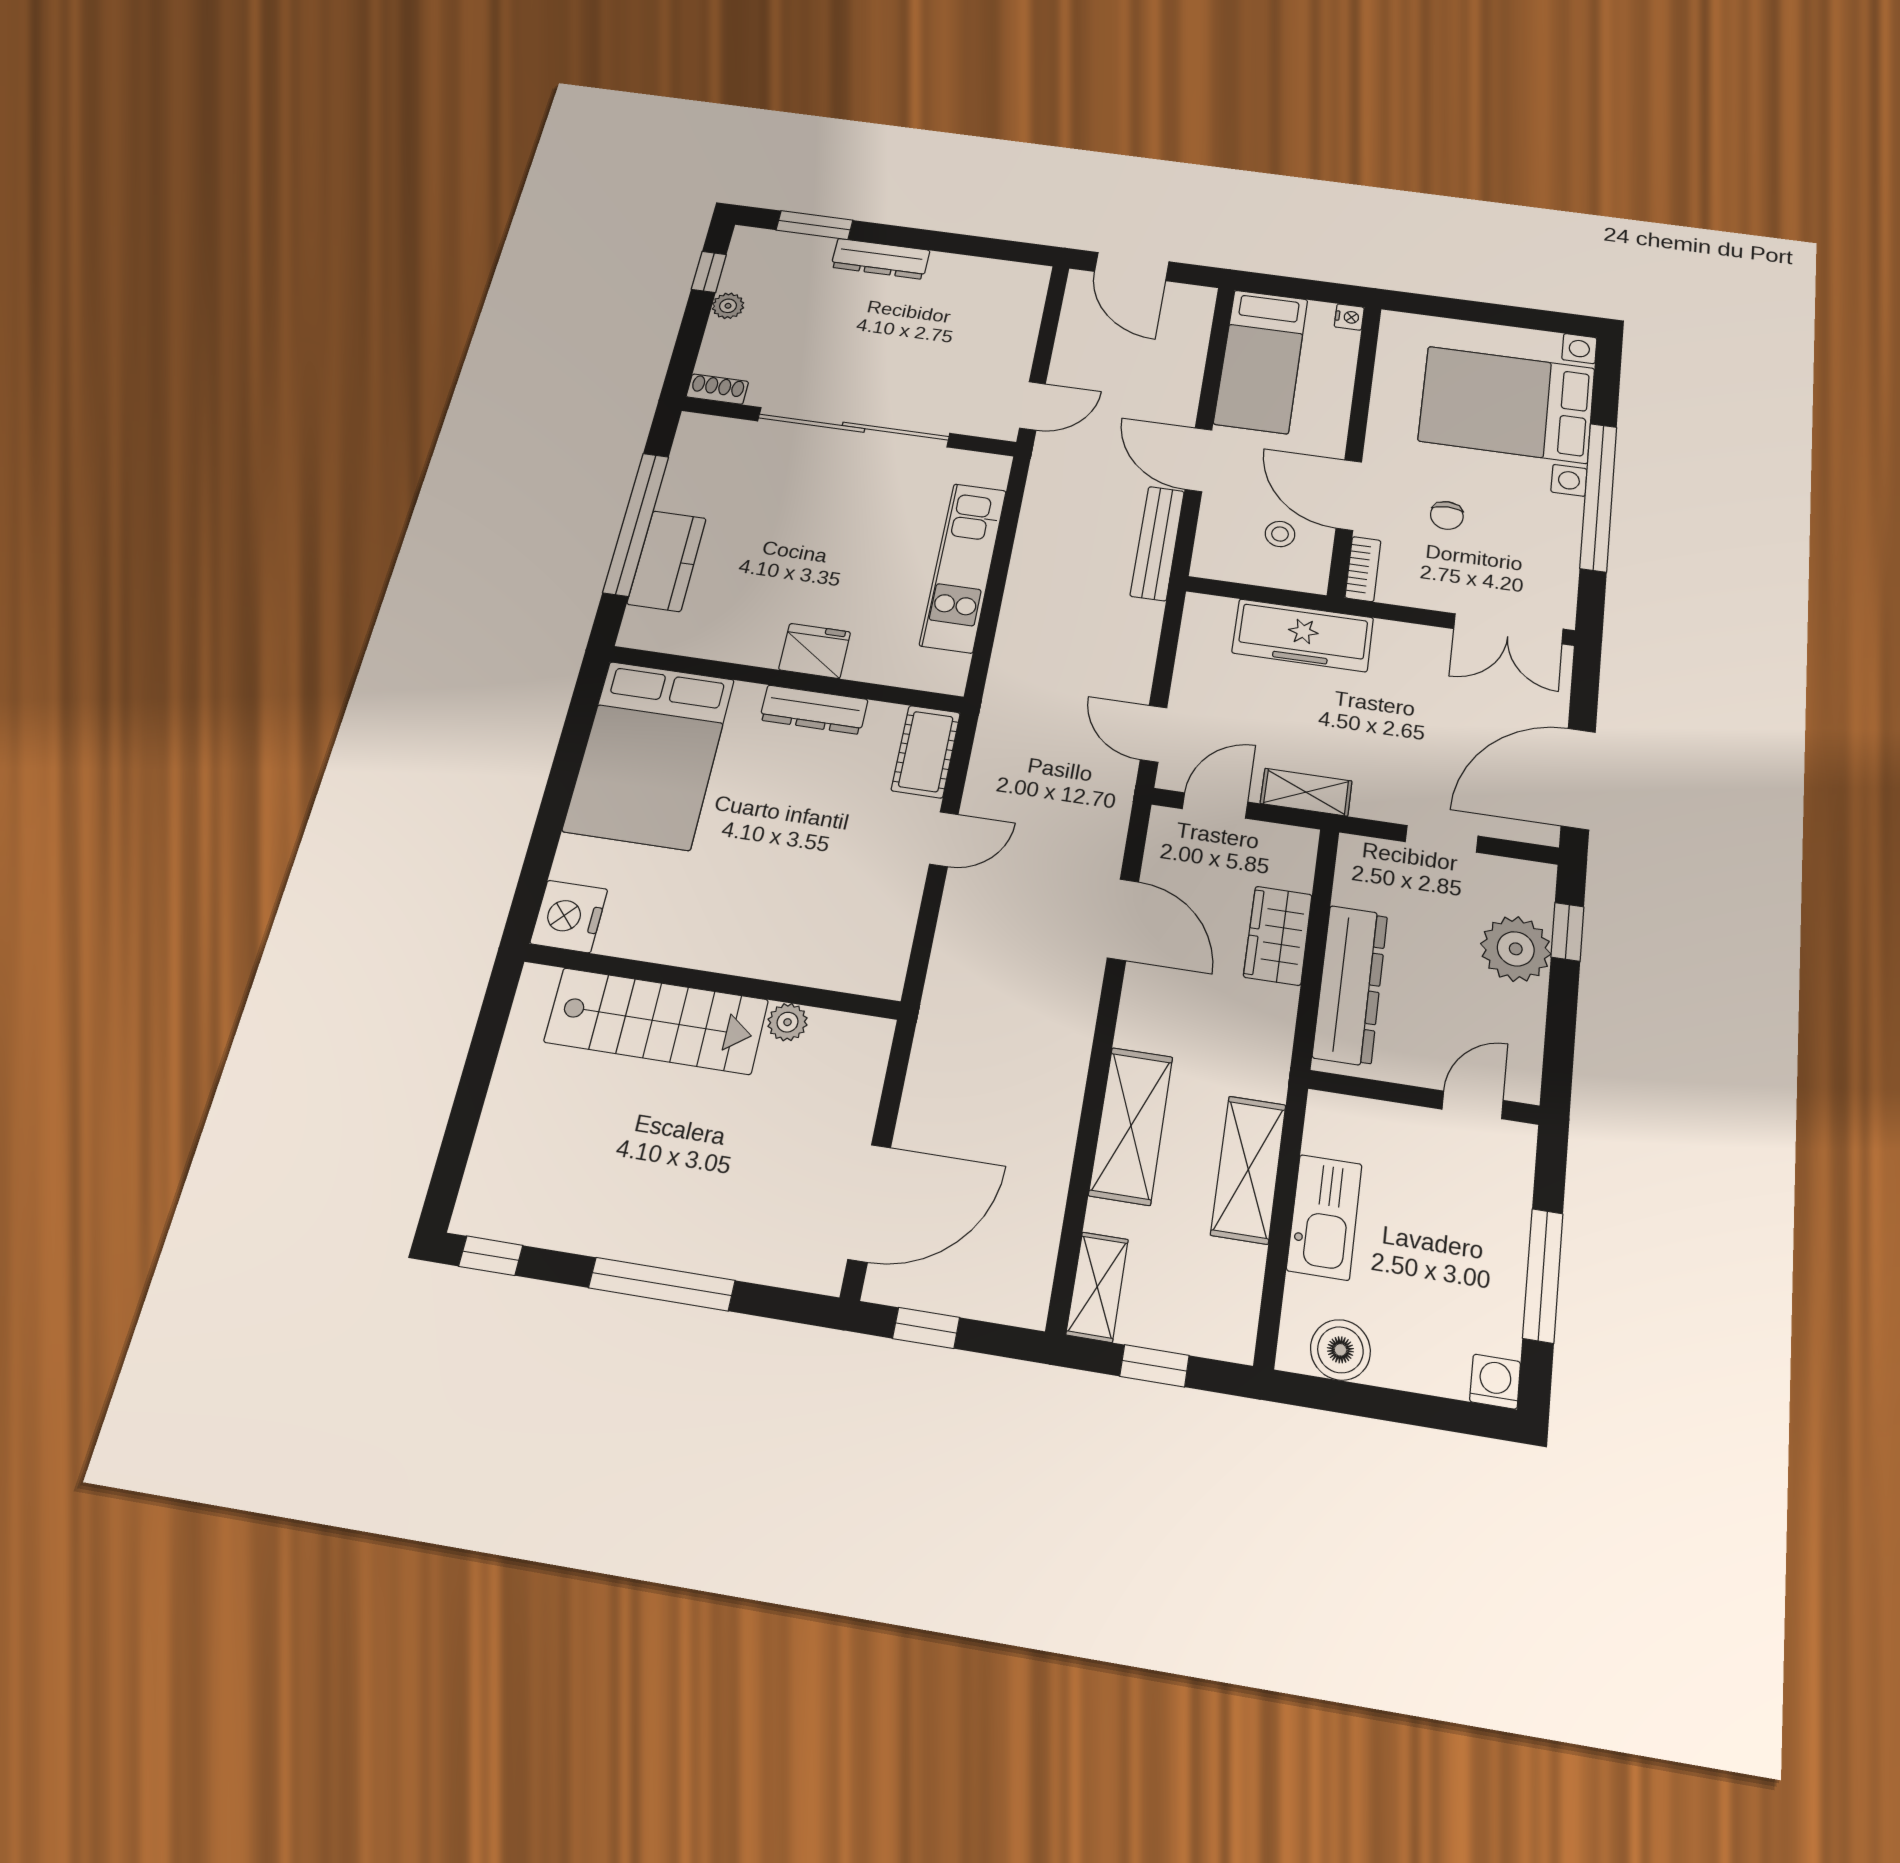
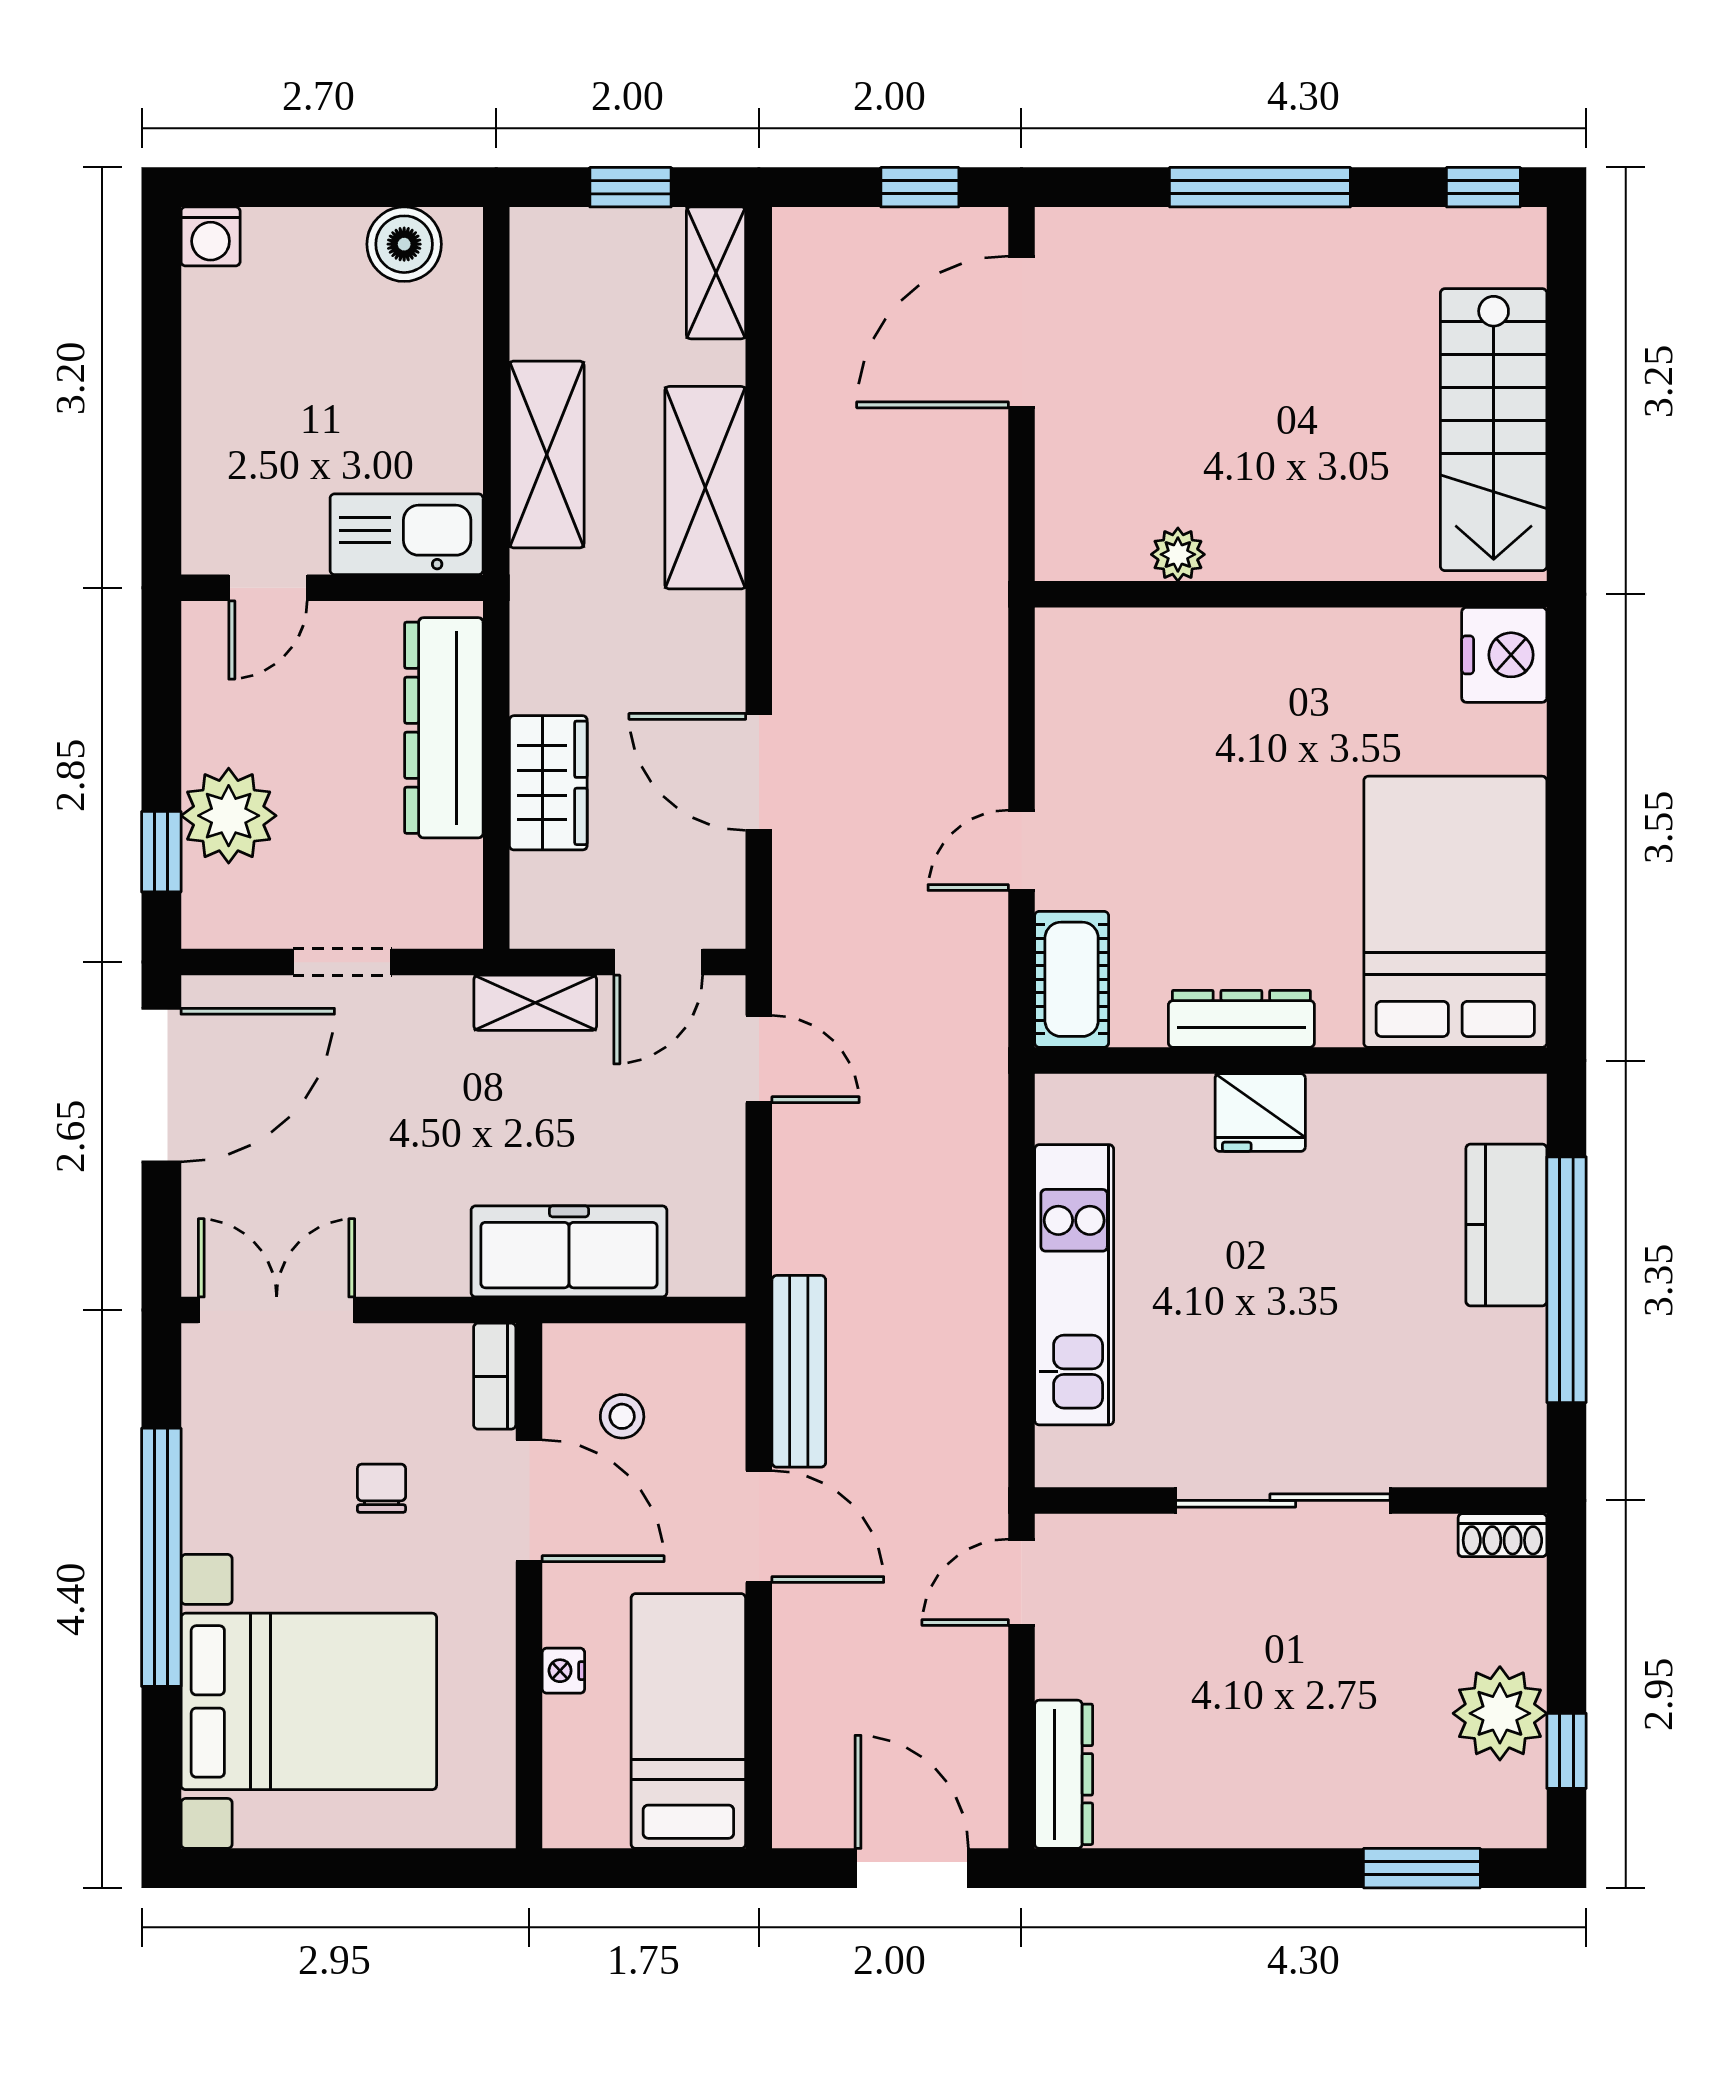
dresser: (880, 259) -> (1064, 1774), moved, turned 90
plant: (728, 306) -> (1500, 1713), width x1.88, depth x1.88
nightstand: (1349, 317) -> (563, 1671), moved
sliding door: (854, 427) -> (1283, 1500), width x0.73
stairs: (656, 1021) -> (1494, 430), moved, turned -90
kitchen sink: (1324, 1217) -> (407, 534), moved, turned 90
window: (1543, 1275) -> (161, 378), removed

